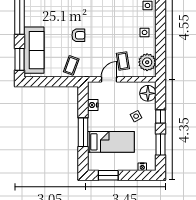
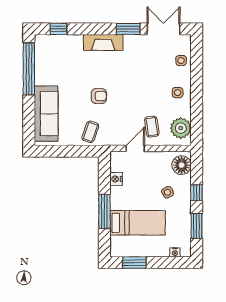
window: (20, 59) -> (29, 125), removed

